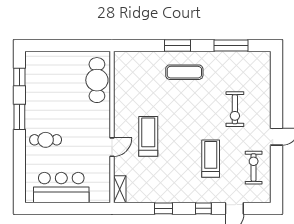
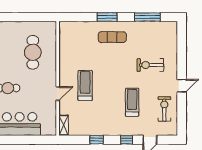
cafe table: (97, 80) -> (33, 52), moved
exercise bike: (235, 109) -> (150, 65), turned 90

